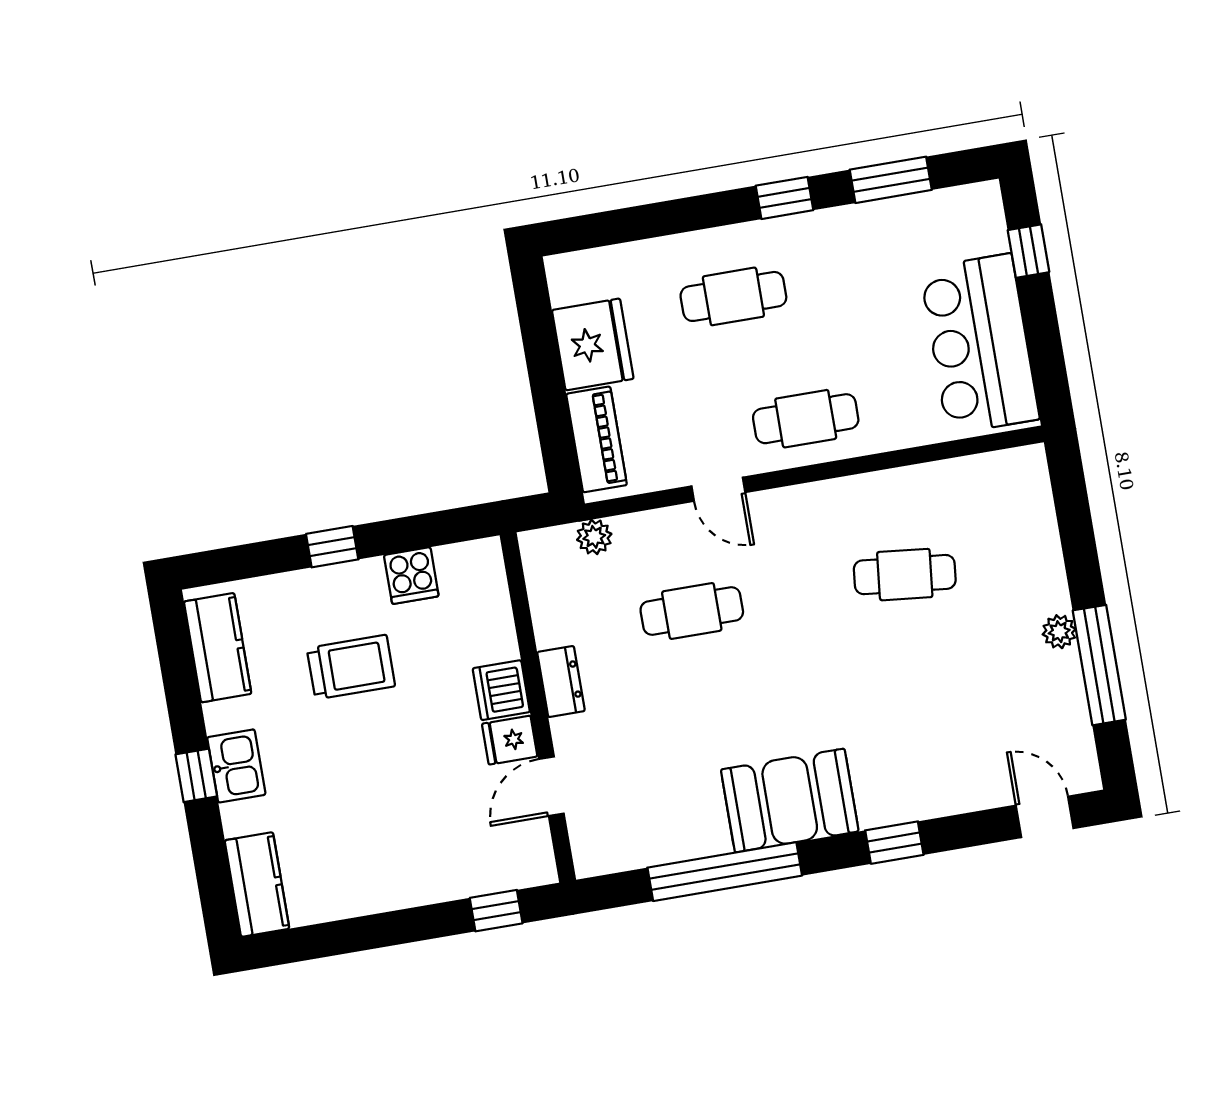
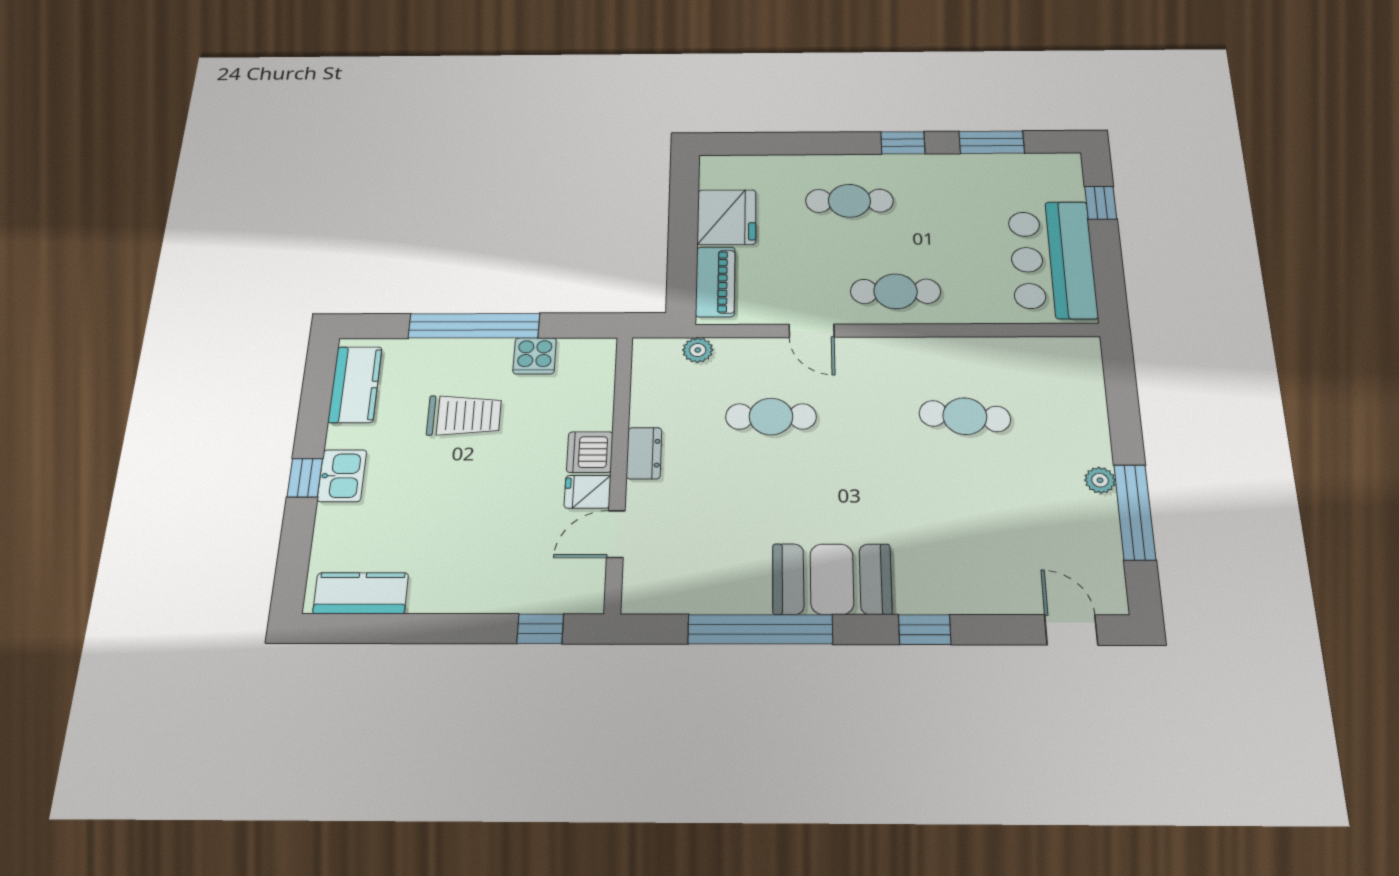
window: (332, 547) -> (474, 326), width x3.17
kitchen counter: (257, 885) -> (361, 593), moved, turned -90

